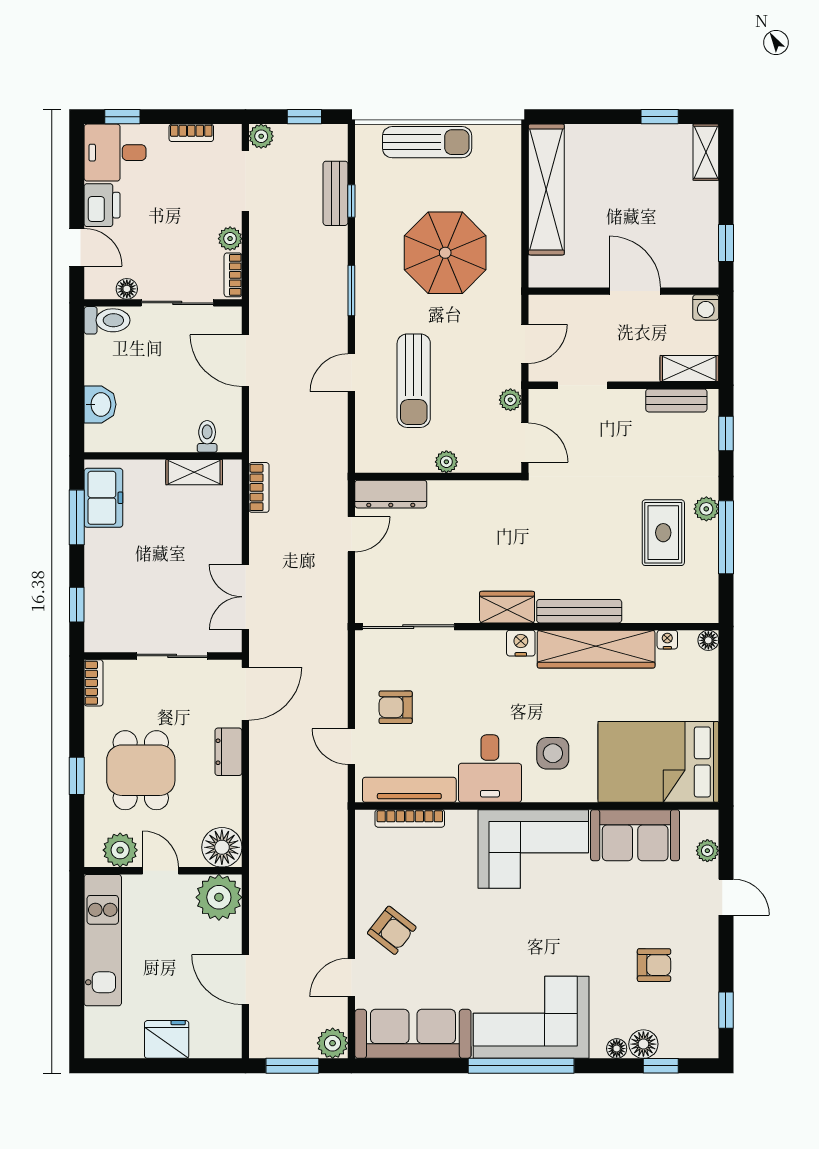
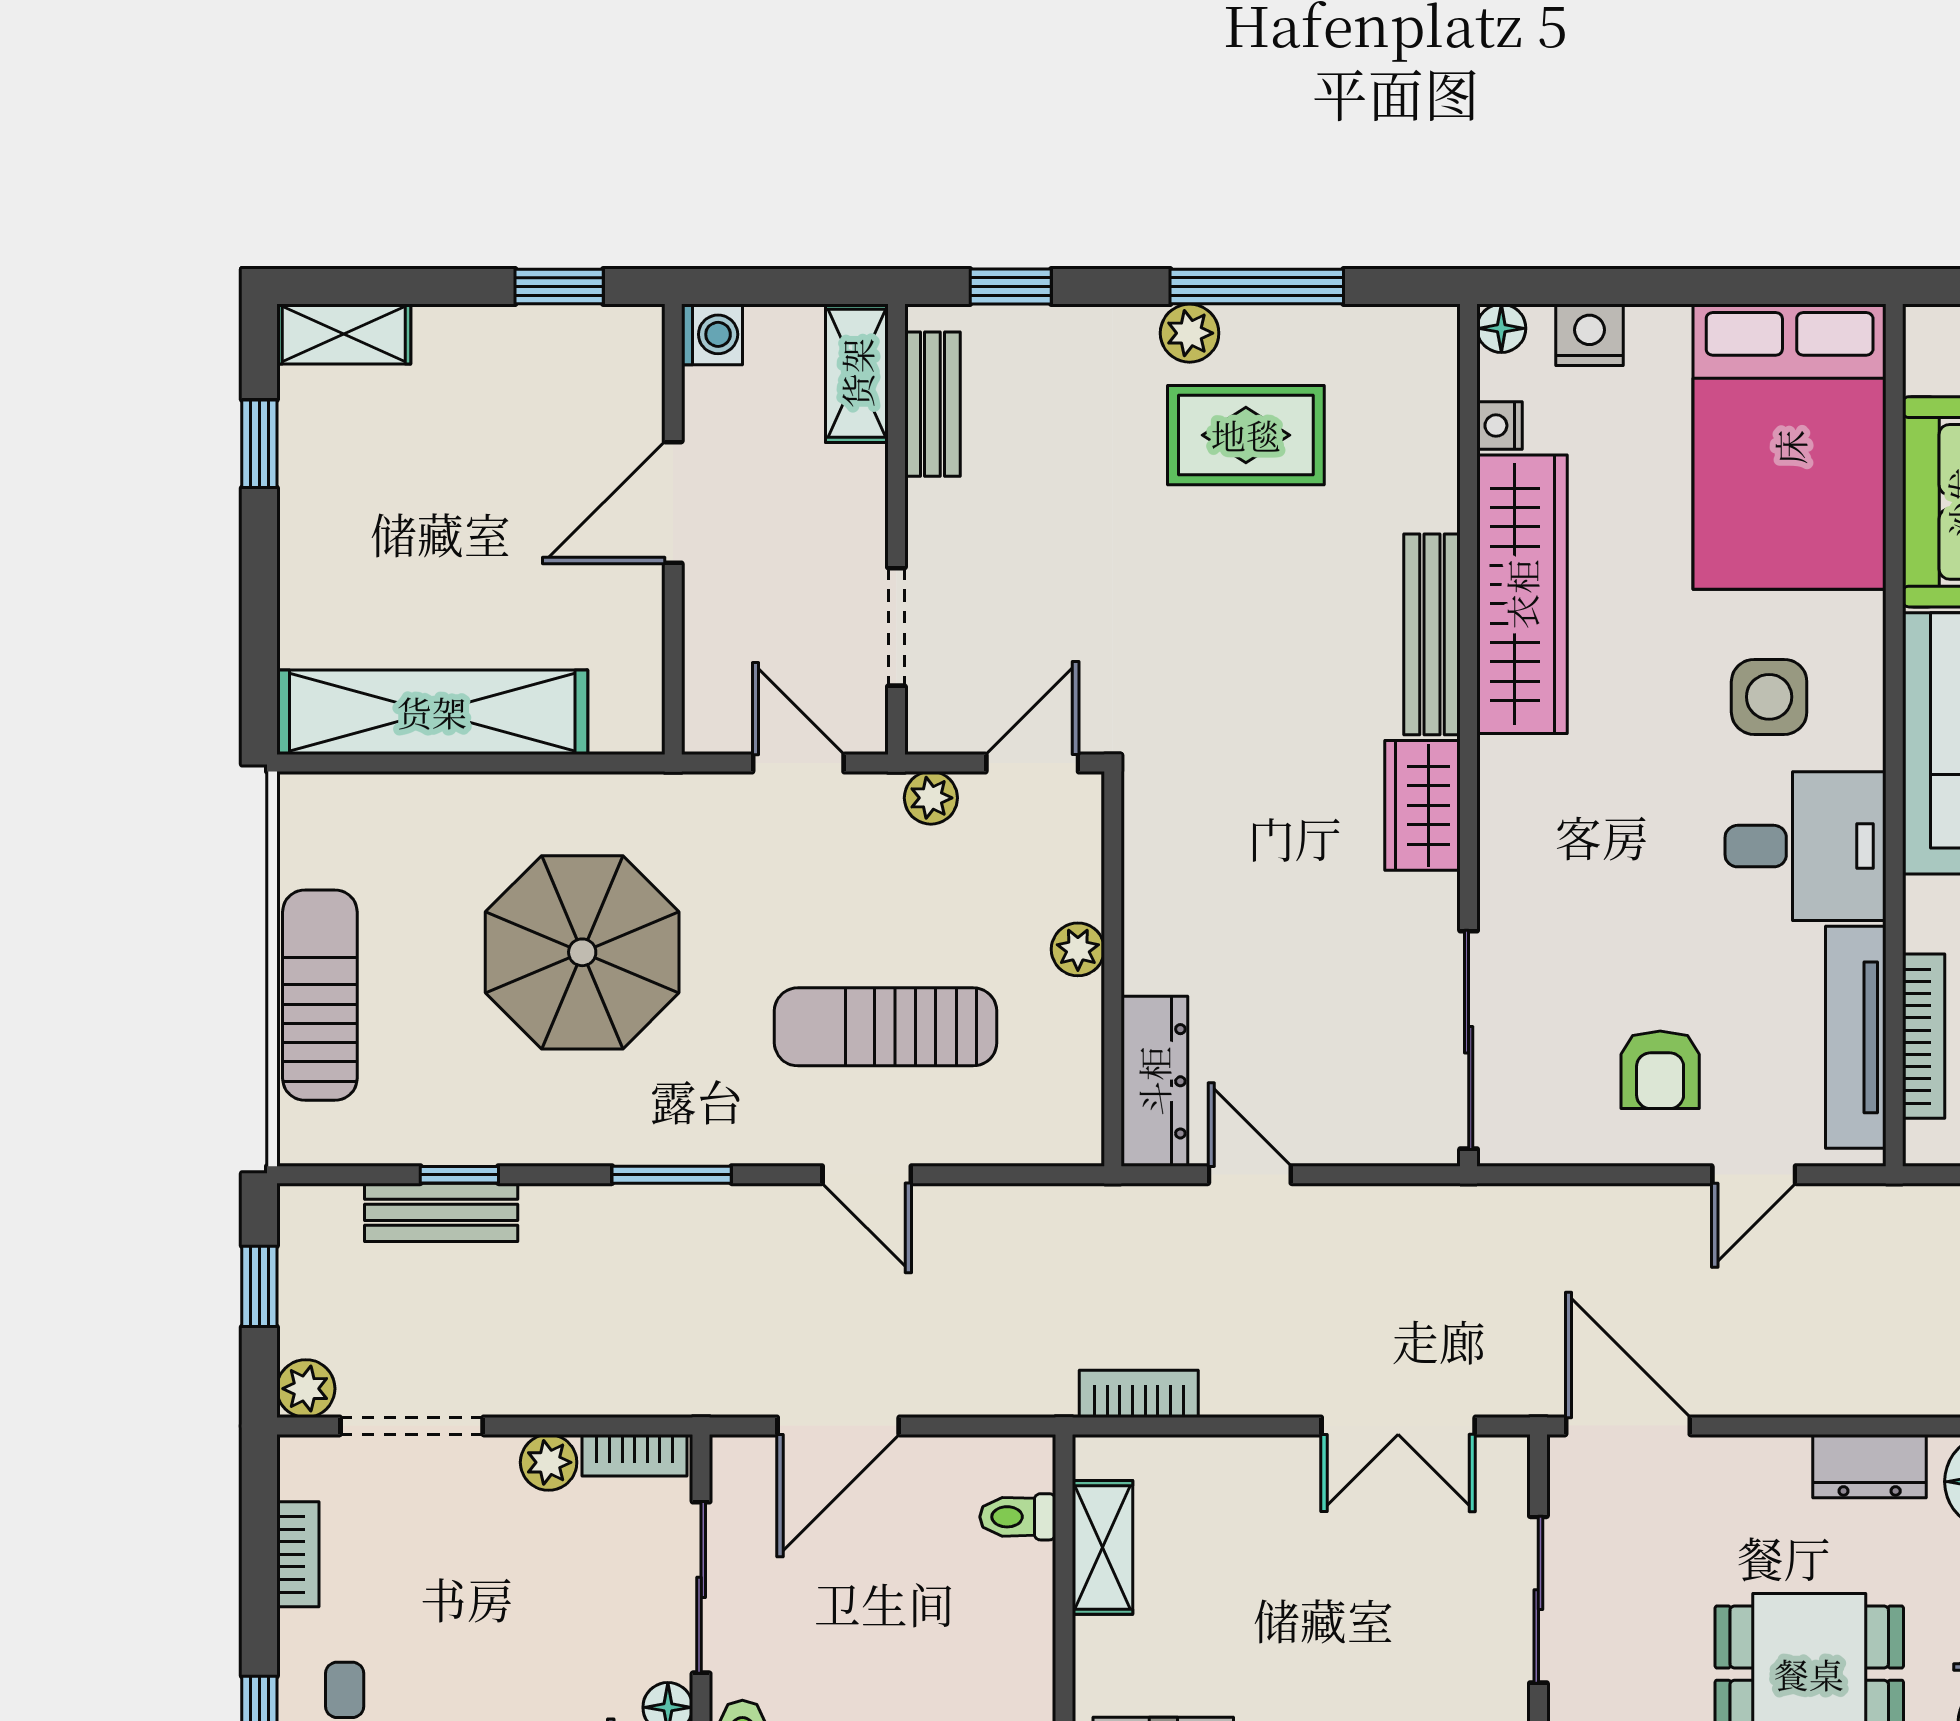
sun lounger: (414, 381) -> (886, 1027), turned 180
nightstand: (521, 643) -> (1589, 335), moved, turned 90
dresser: (228, 752) -> (1870, 1466), moved

